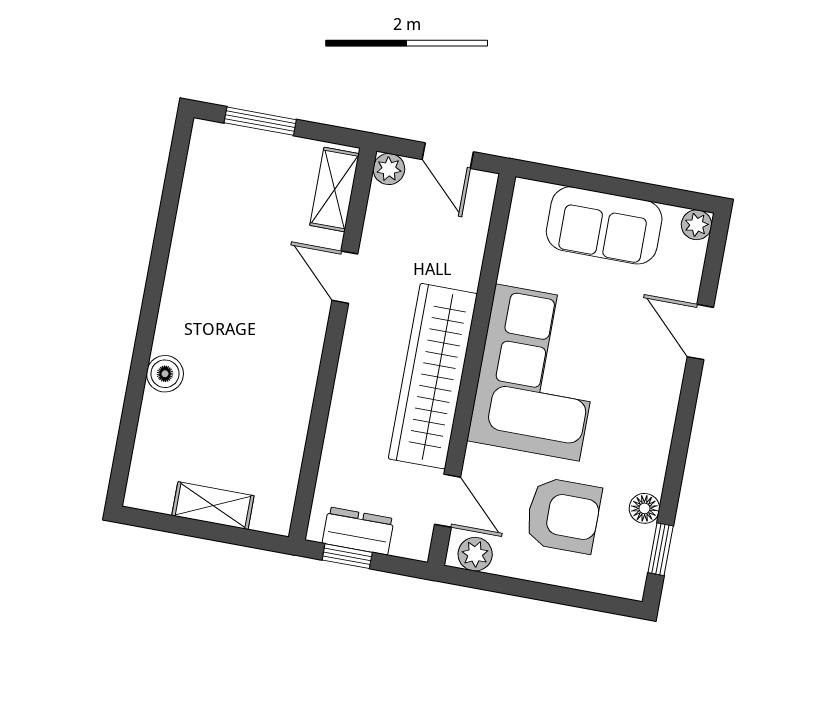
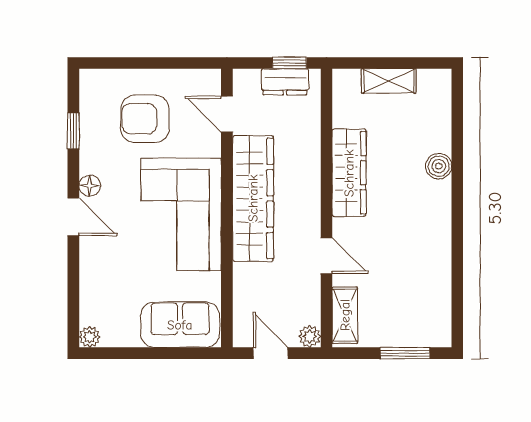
sofa: (604, 225) -> (180, 325), moved
door: (700, 332) -> (73, 217), moved
wardrobe: (292, 388) -> (349, 173), added
floor lamp: (644, 508) -> (90, 186), moved
window: (661, 549) -> (73, 131), moved
plant: (475, 554) -> (201, 81), removed

